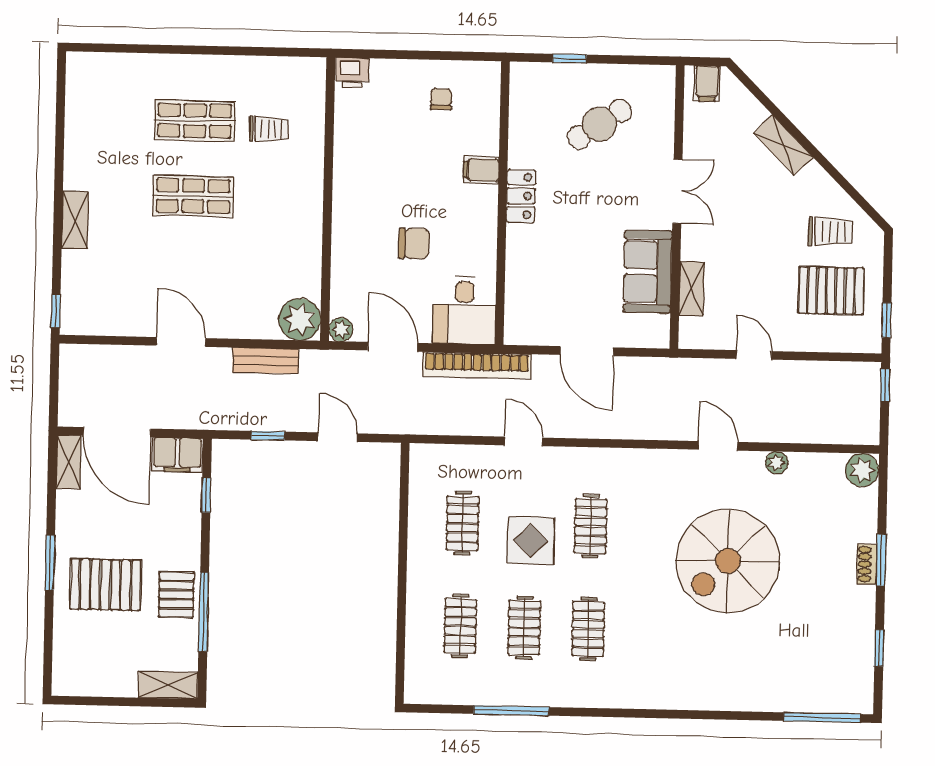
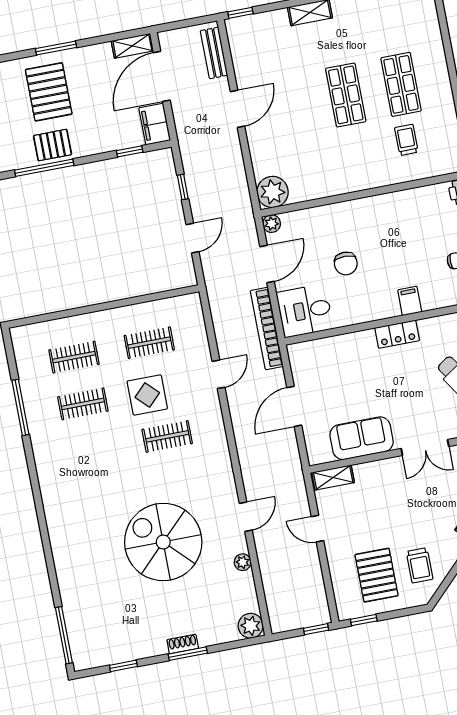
trolley: (269, 129) -> (406, 140), turned 180
shelving: (692, 289) -> (333, 477), moved
door: (754, 355) -> (318, 529), swing flipped
bench: (266, 361) -> (214, 53), moved
clothes rail: (588, 629) -> (92, 451), removed

